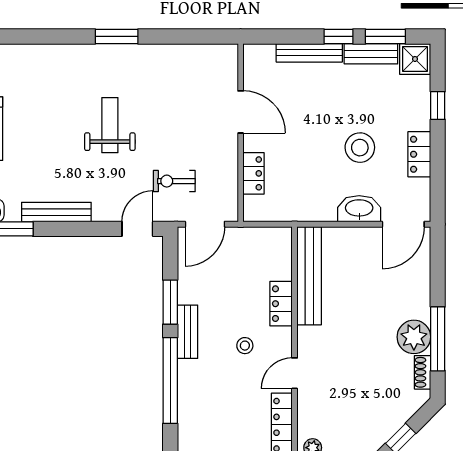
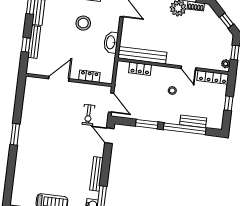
window: (339, 36) -> (26, 45), moved
weight bench: (110, 125) -> (57, 143), removed
washbasin: (359, 209) -> (111, 42), moved
locker: (281, 304) -> (140, 69), moved
bench: (187, 332) -> (193, 121), moved

